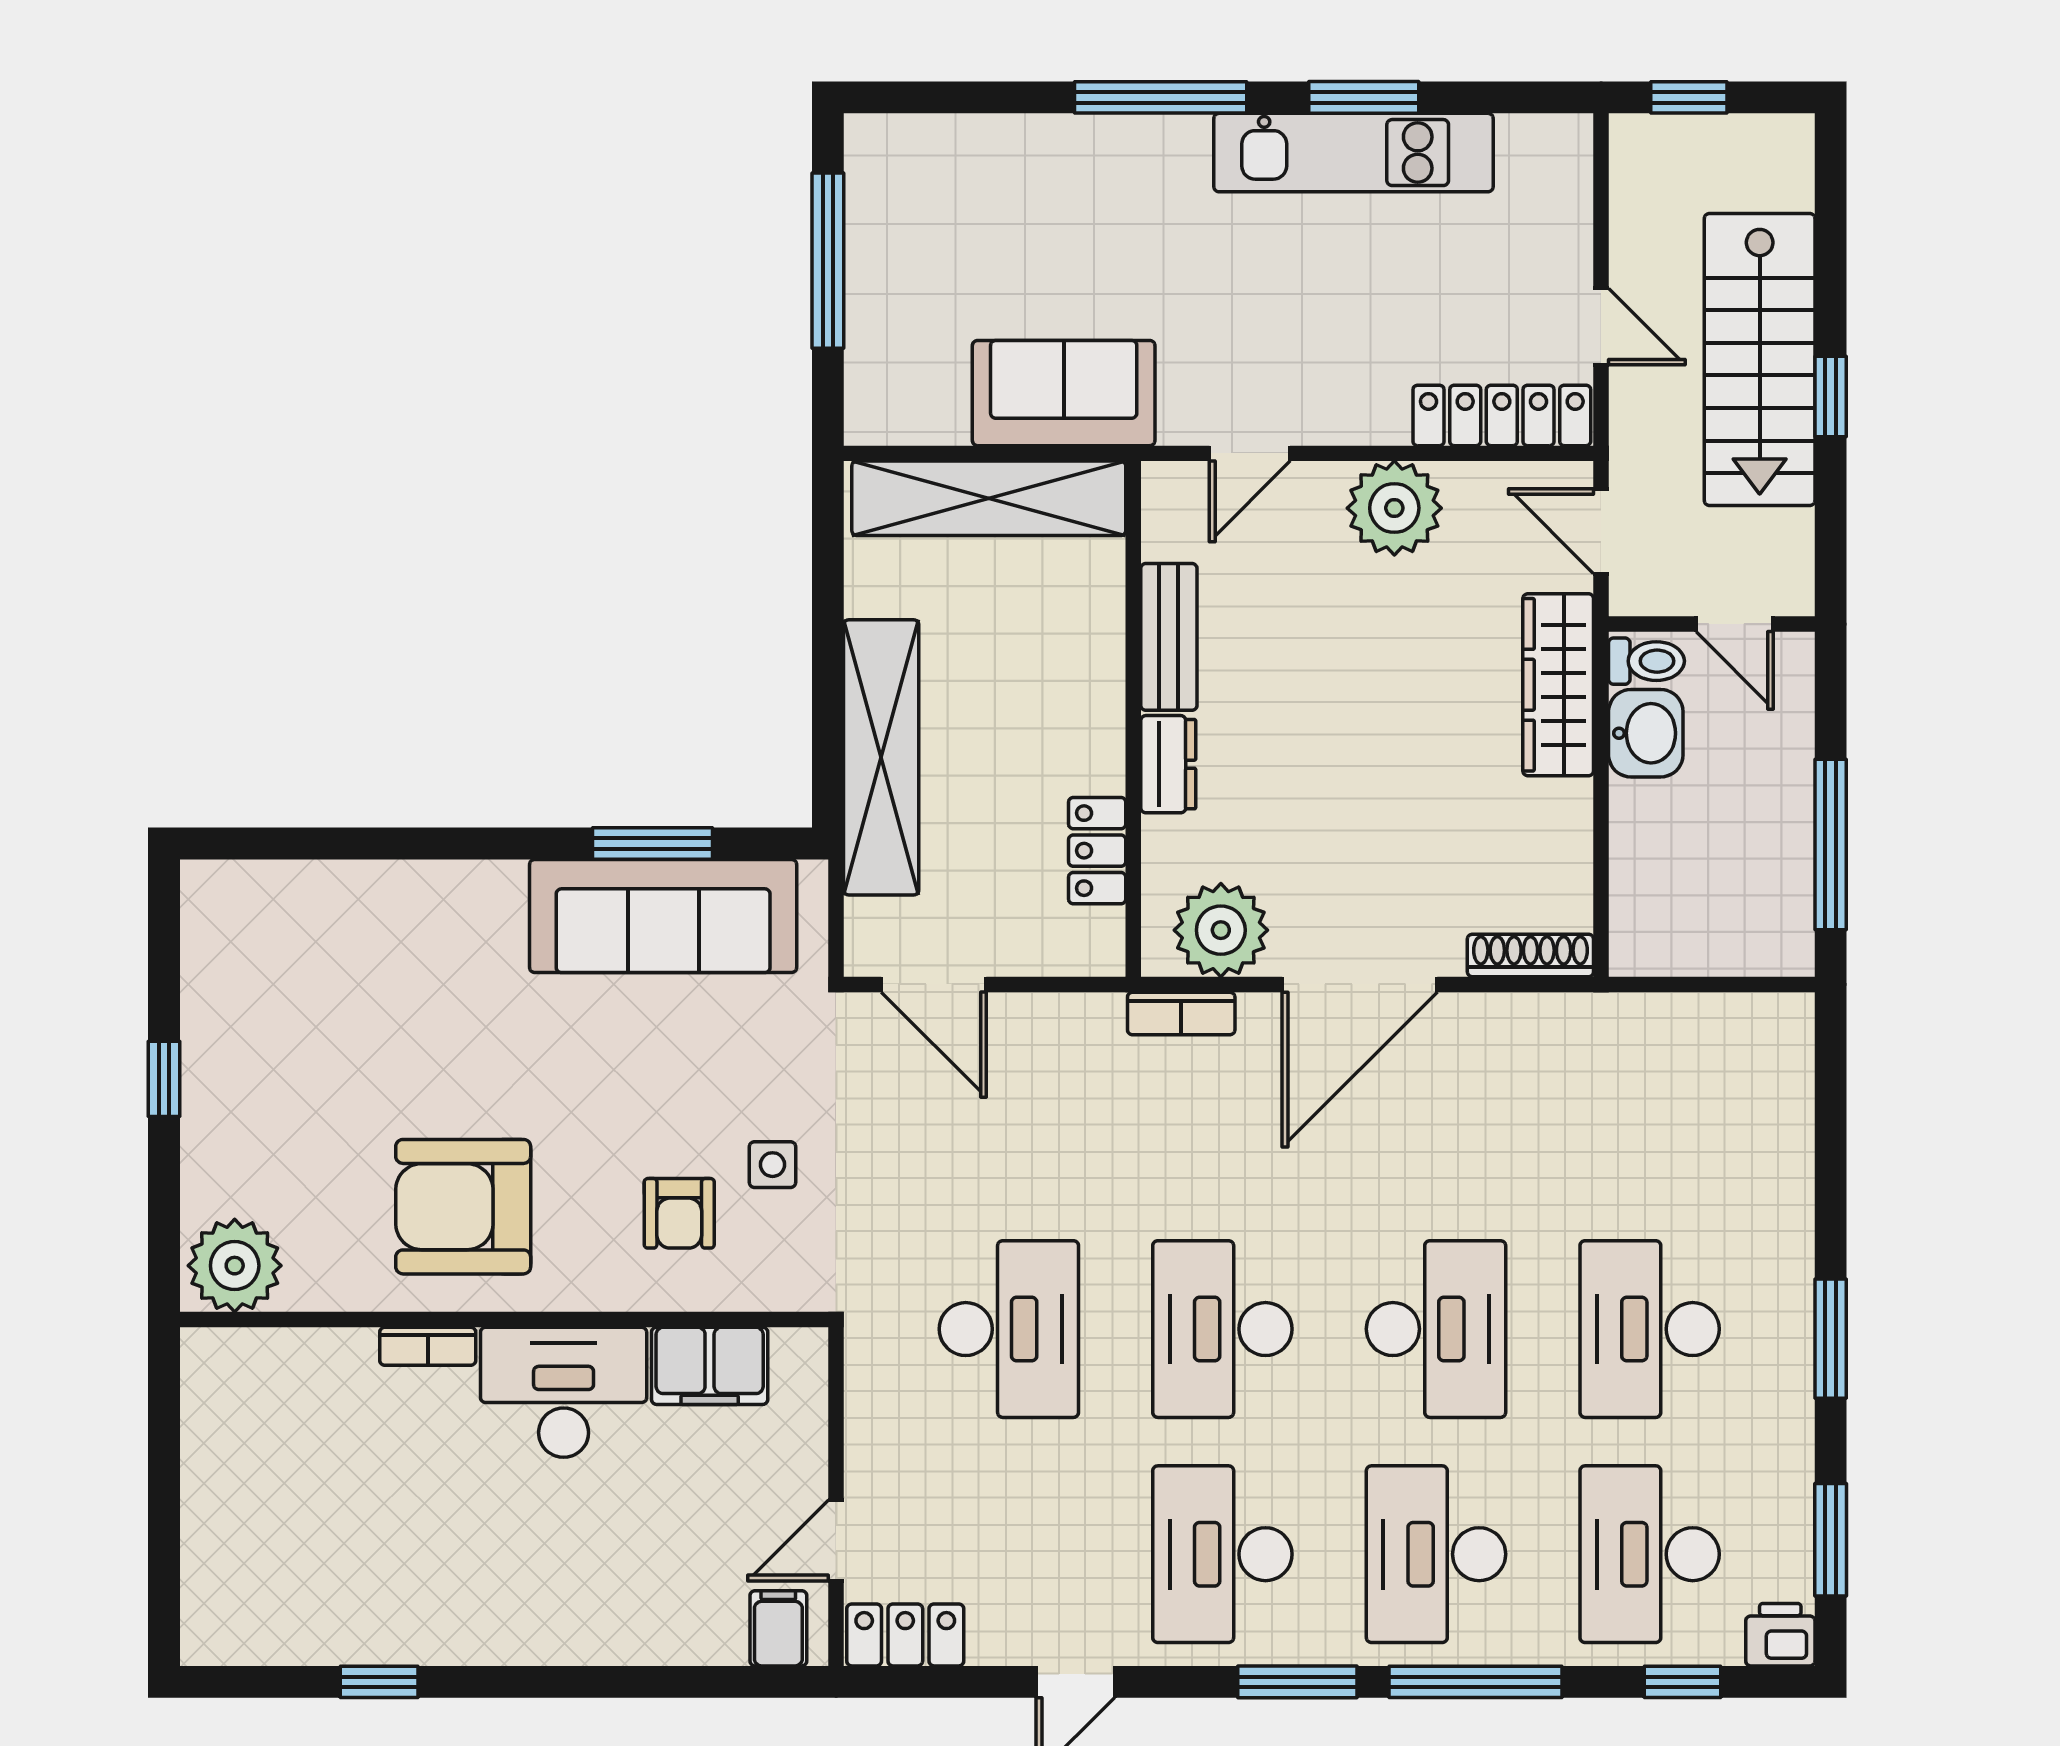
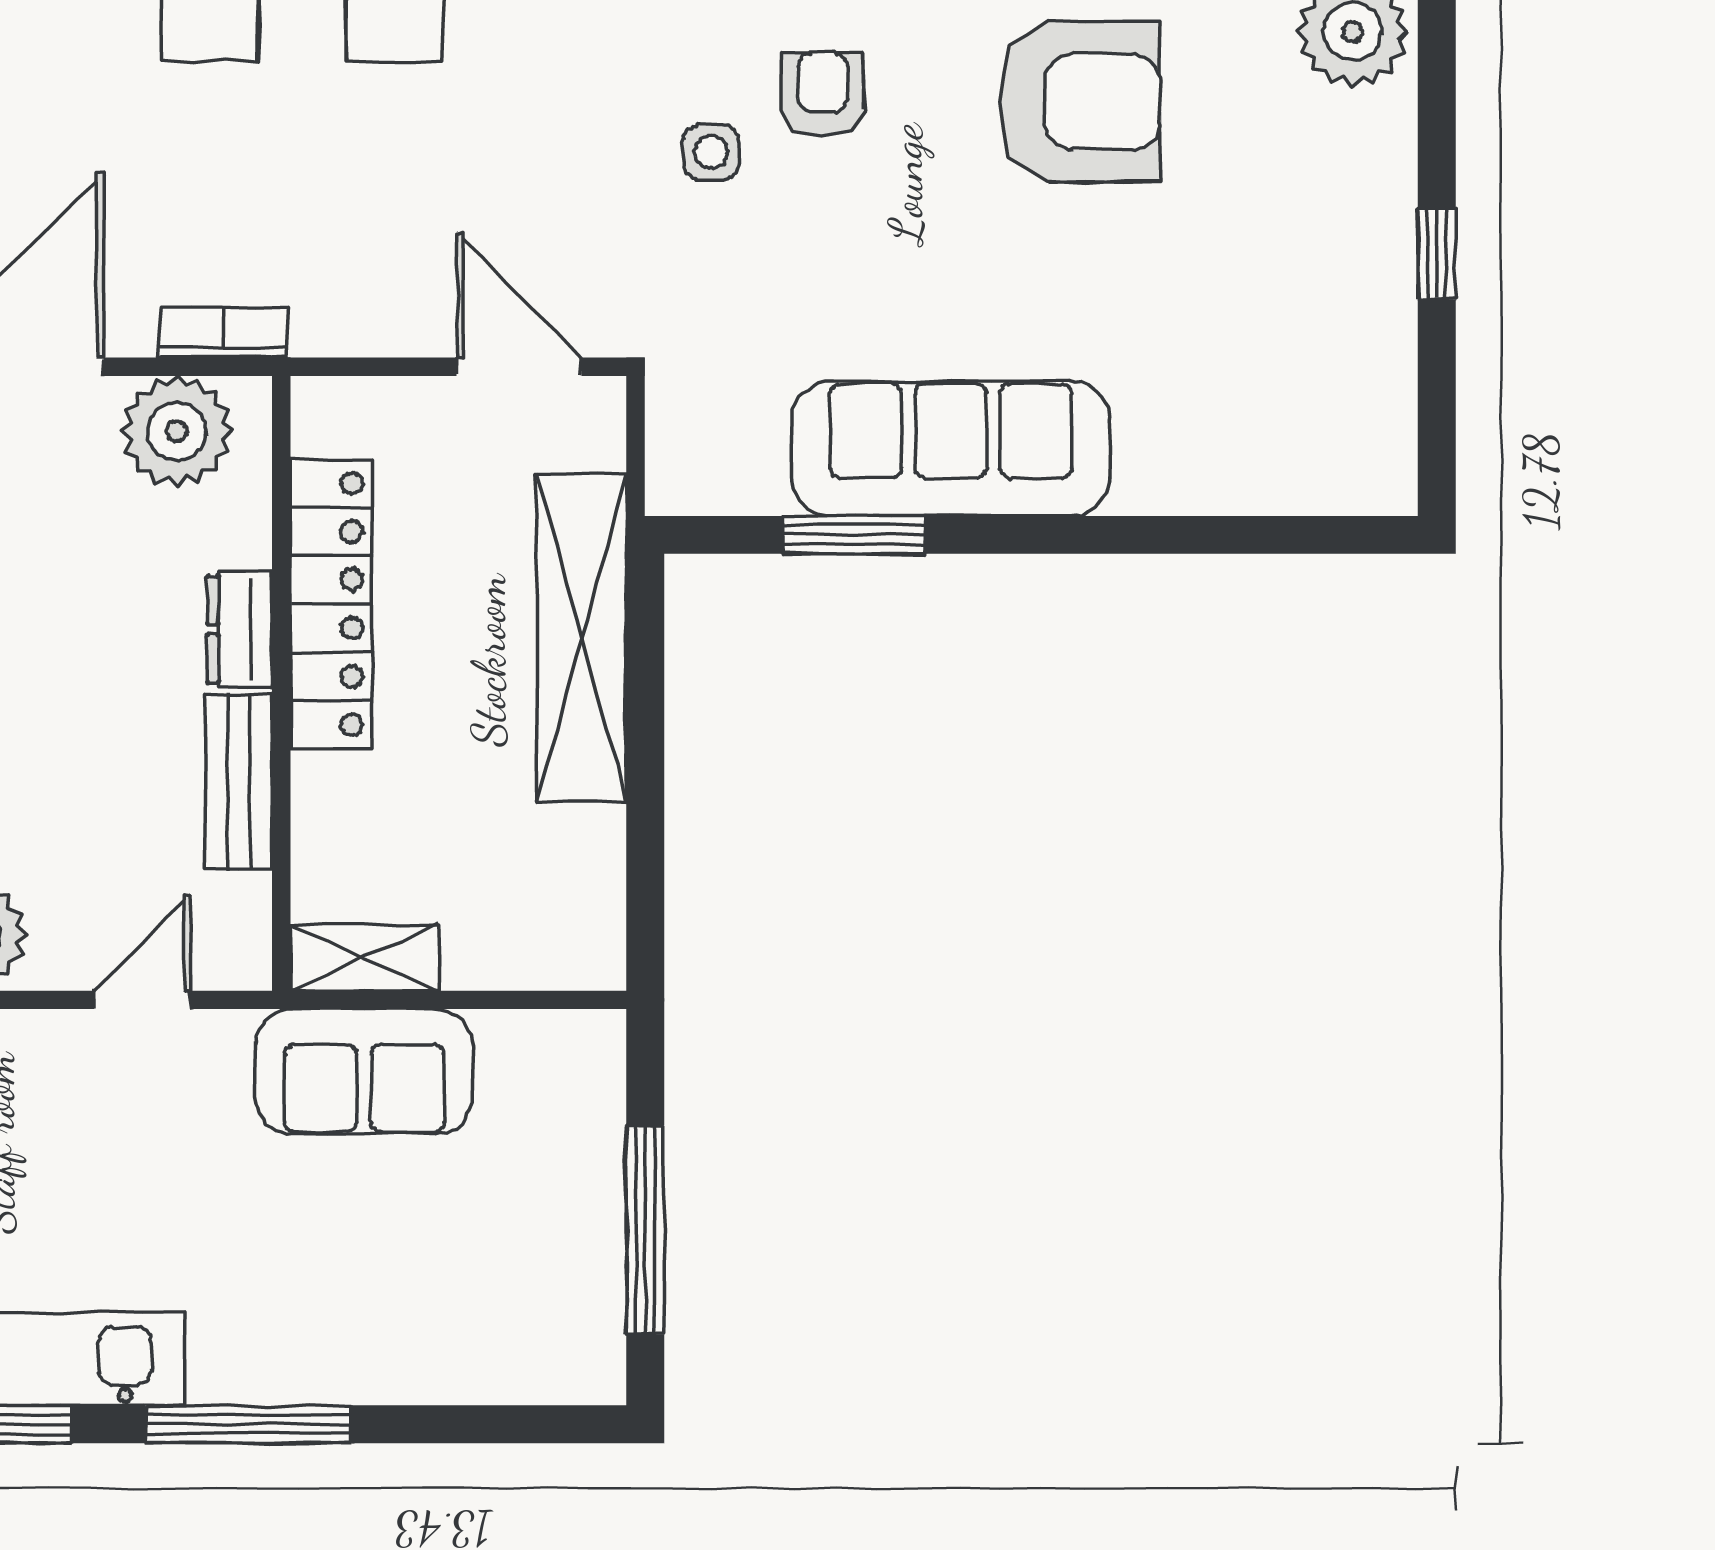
shelving: (989, 498) -> (364, 958), width x0.45, depth x0.75
locker: (1097, 851) -> (331, 604), width x2.16, depth x1.21
sofa: (663, 916) -> (951, 448), moved

